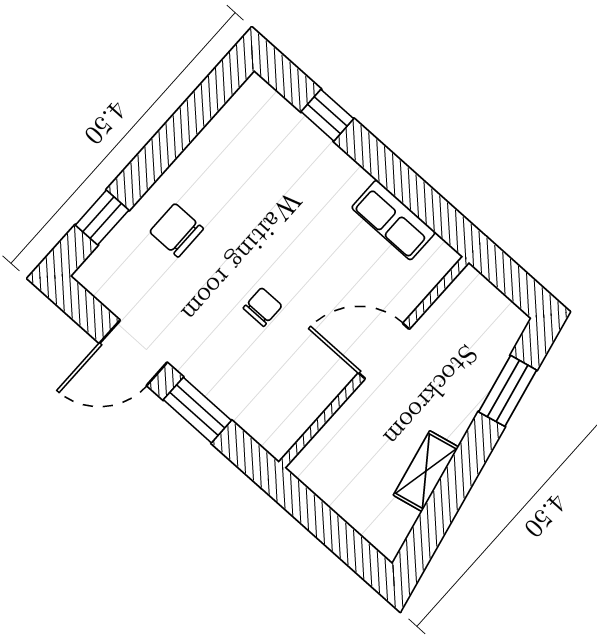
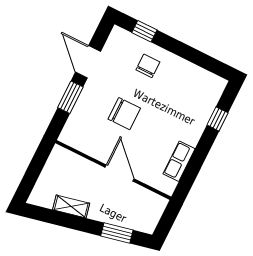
chair: (263, 307) -> (124, 114), width x1.87, depth x1.87

